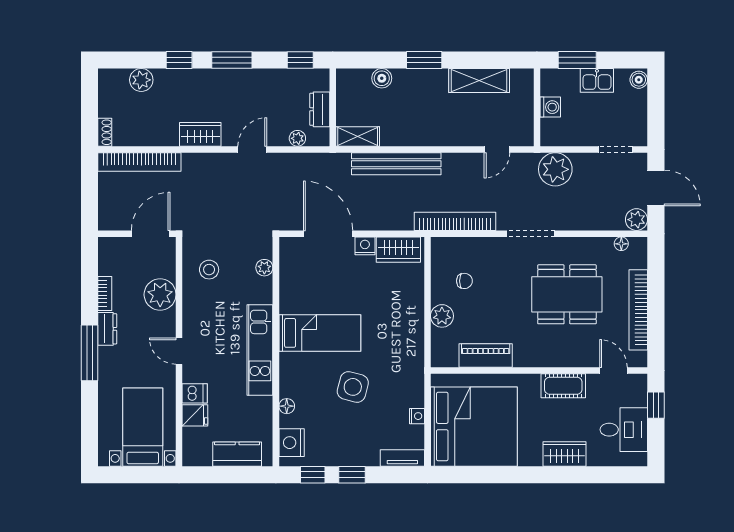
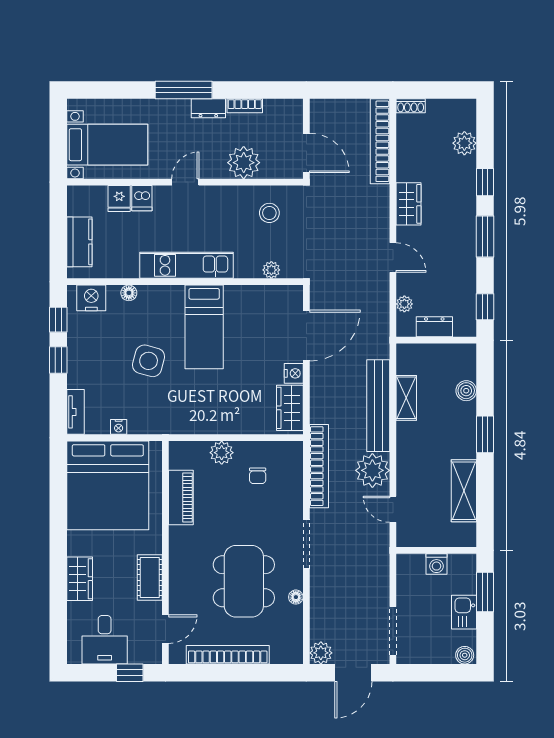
shelving: (358, 136) -> (406, 398), moved
doorway: (615, 149) -> (393, 631), width x1.38
plant: (555, 169) -> (372, 470), moved
floor lamp: (621, 244) -> (296, 597), moved

